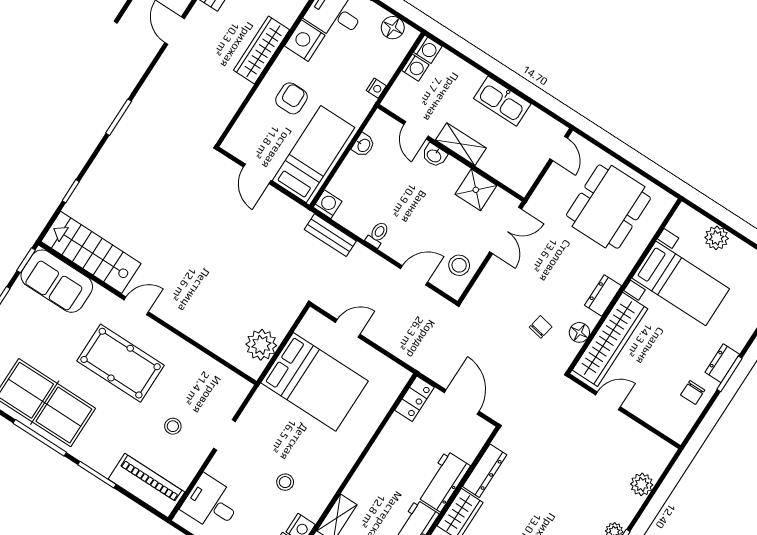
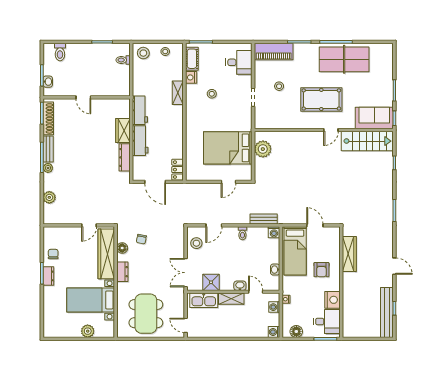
wardrobe: (261, 50) -> (349, 254), moved
washing machine: (415, 68) -> (274, 307), moved
kitchen sink: (502, 101) -> (204, 300), moved, turned 180

